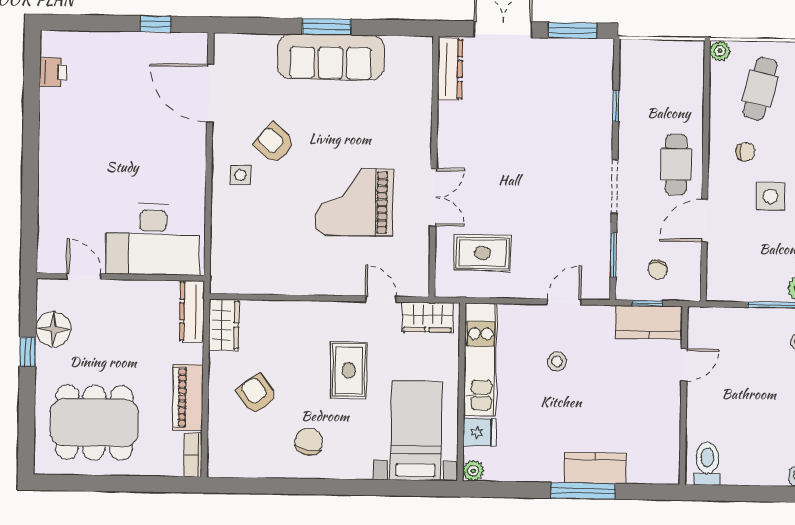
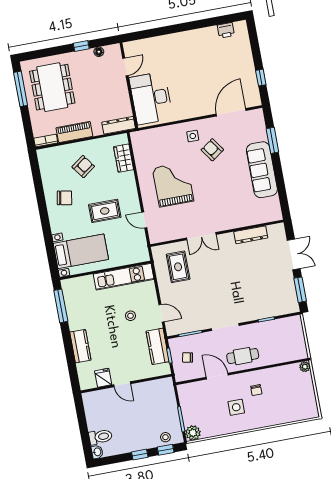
window: (327, 27) -> (272, 140), moved
dresser: (450, 69) -> (251, 235), moved
cafe table: (760, 89) -> (290, 391), removed
armchair: (274, 143) -> (212, 150), turned -76
grand piano: (354, 202) -> (173, 184), moved
door: (381, 299) -> (144, 220), swing flipped
wardrobe: (428, 317) -> (140, 246), removed
kitchen counter: (649, 322) -> (158, 346), moved
wardrobe: (224, 325) -> (124, 158), moved, turned 90
floor lamp: (53, 329) -> (99, 52), width x0.53, depth x0.53
door: (684, 365) -> (122, 384), moved
fridge: (480, 432) -> (103, 378), moved, turned 180
toilet: (707, 464) -> (100, 437), moved
plant: (473, 471) -> (66, 284), removed
window: (86, 483) -> (21, 89), added
window: (583, 491) -> (61, 306), moved

